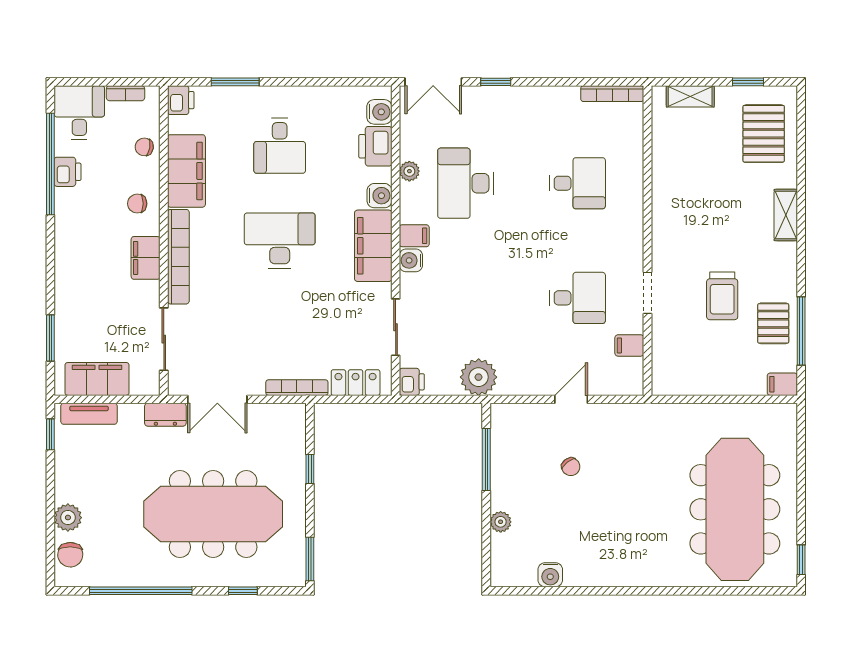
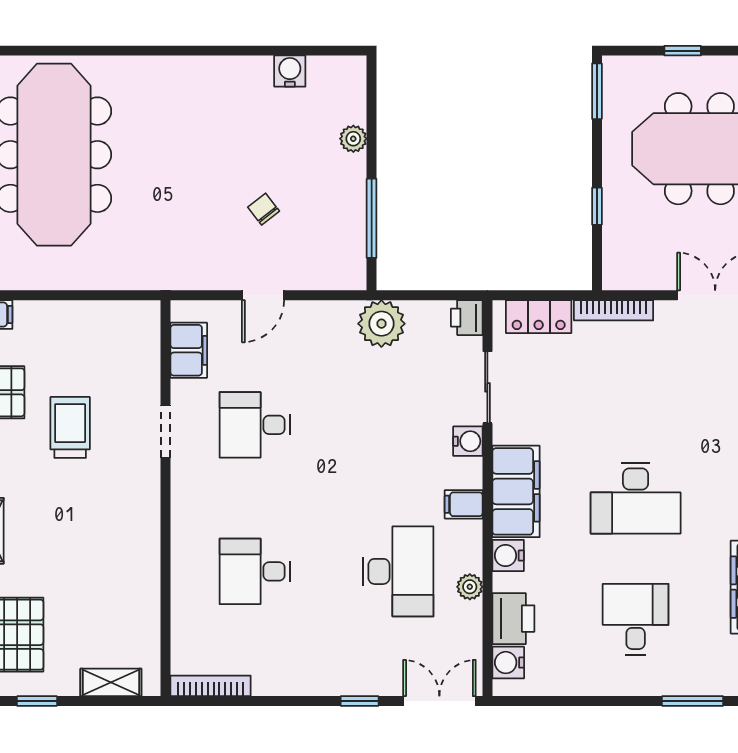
water cooler: (411, 260) -> (468, 441), moved
filing cabinet: (629, 345) -> (189, 350), width x2.00

